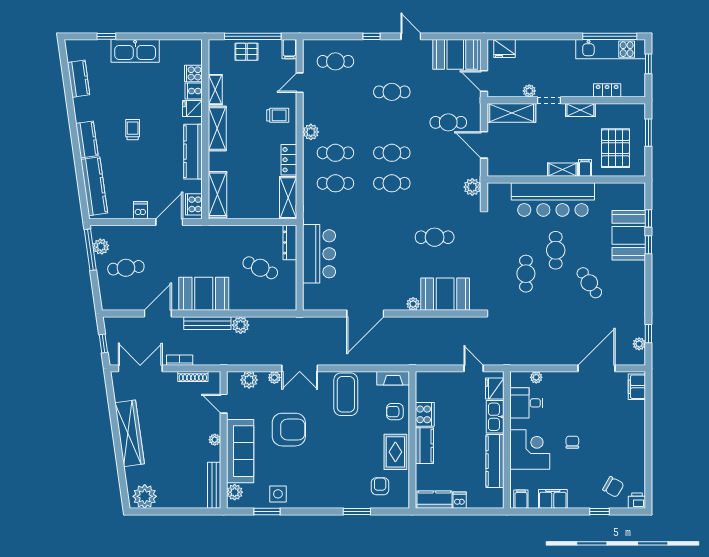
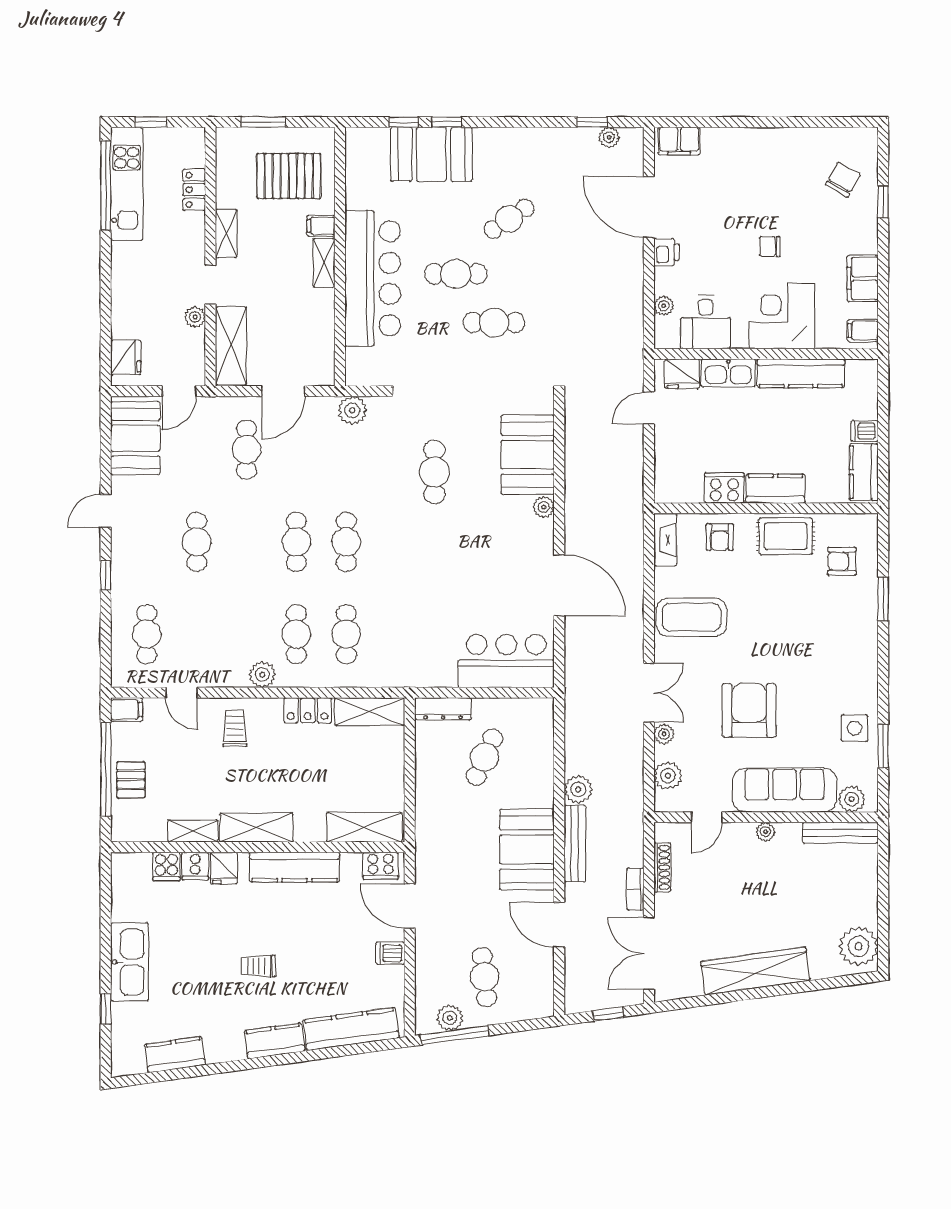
bar counter: (319, 254) -> (506, 661), moved
printer: (637, 501) -> (667, 252), moved, turned 180

